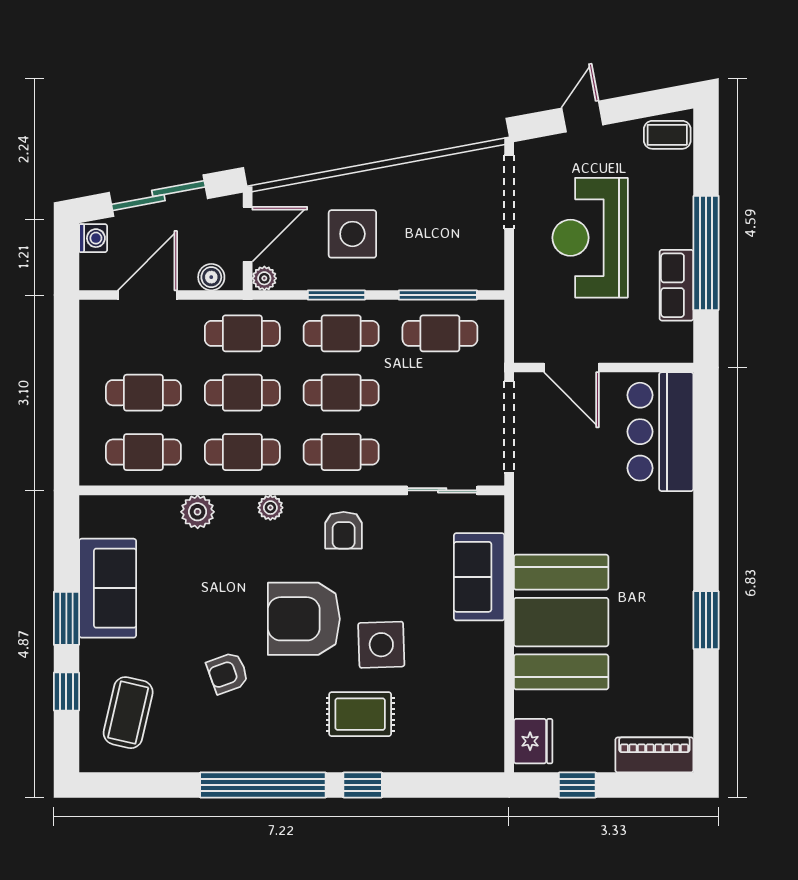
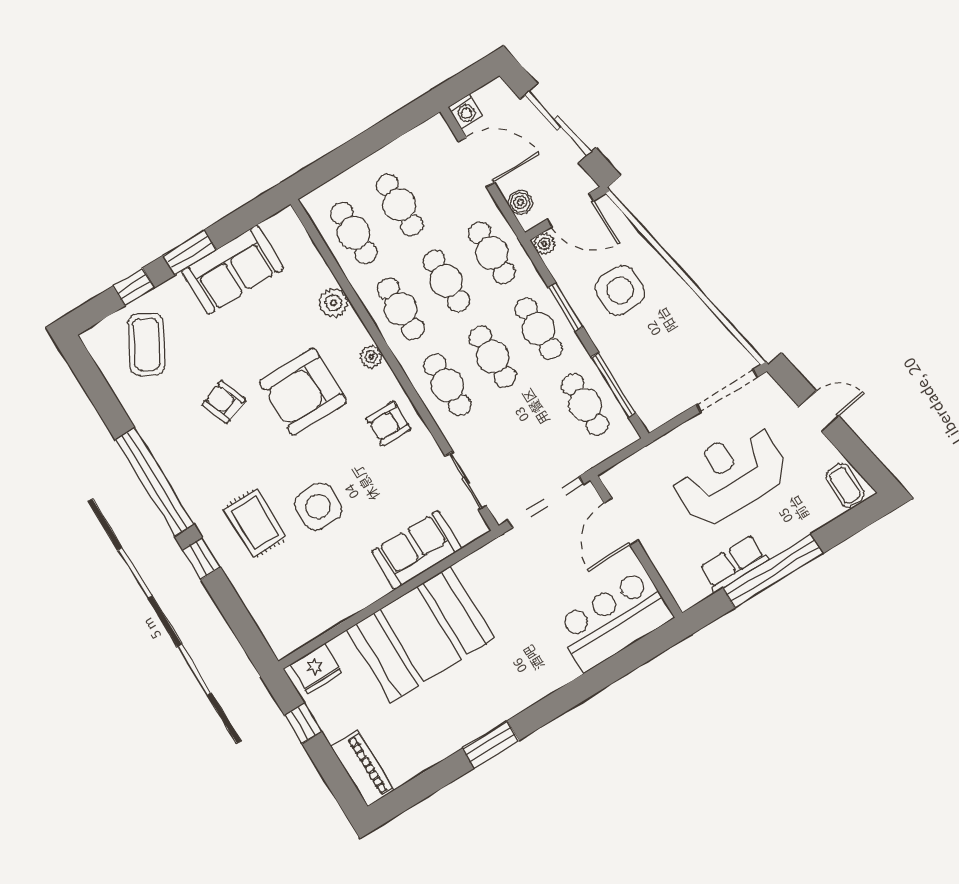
washing machine: (93, 238) -> (465, 111), moved
armchair: (304, 619) -> (303, 392), moved, turned -90
coffee table: (128, 713) -> (147, 344), turned -74

